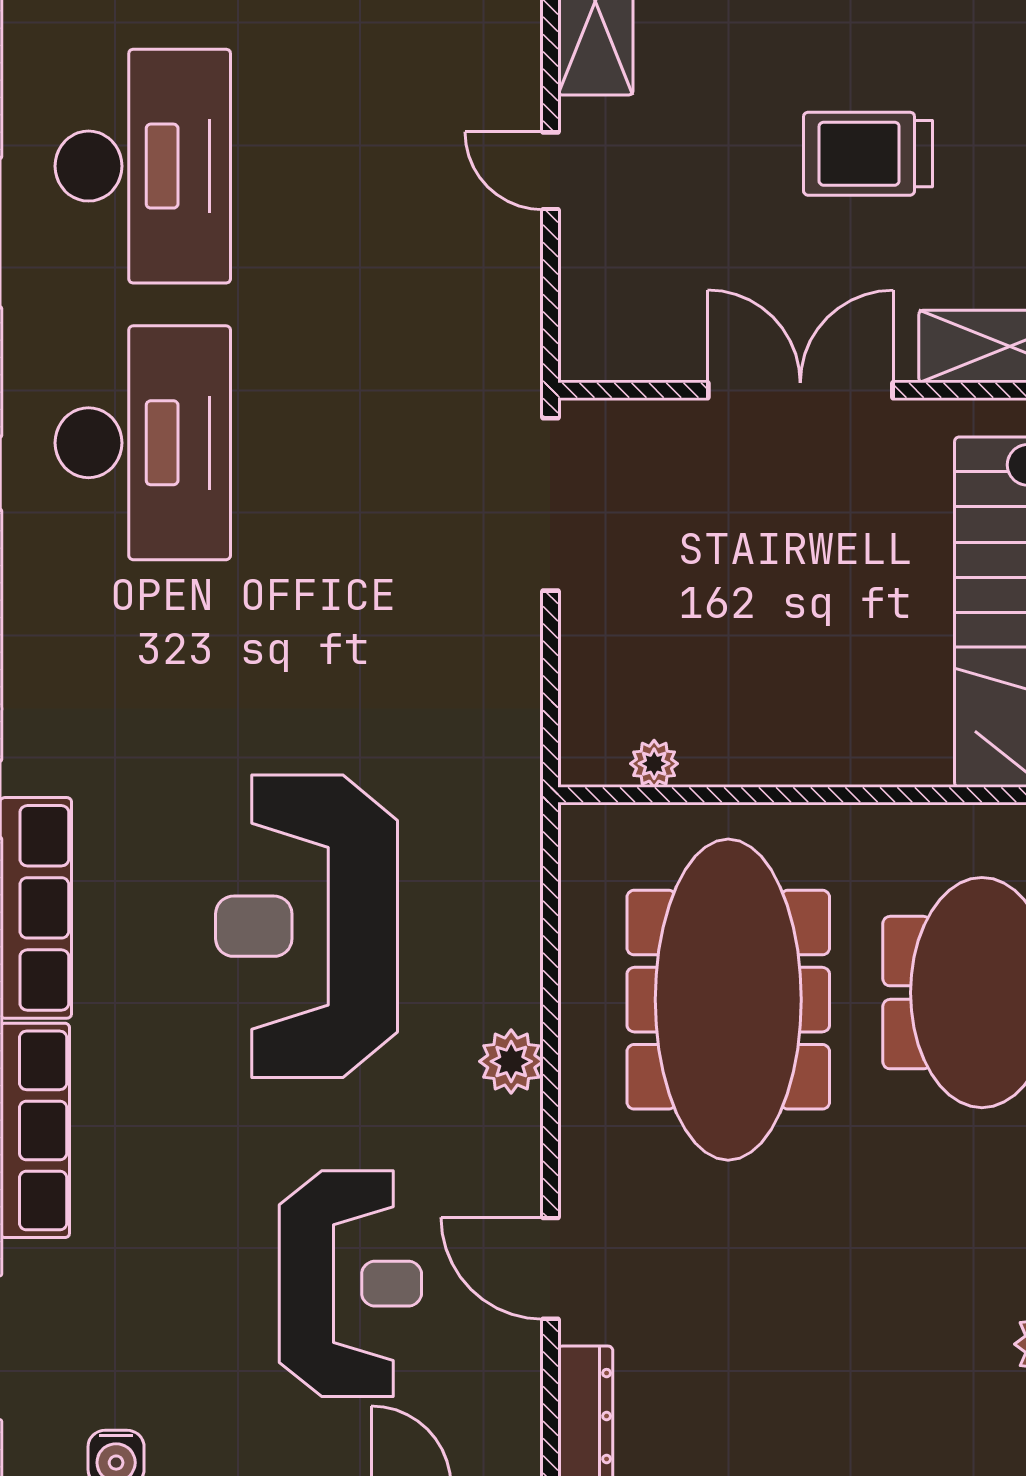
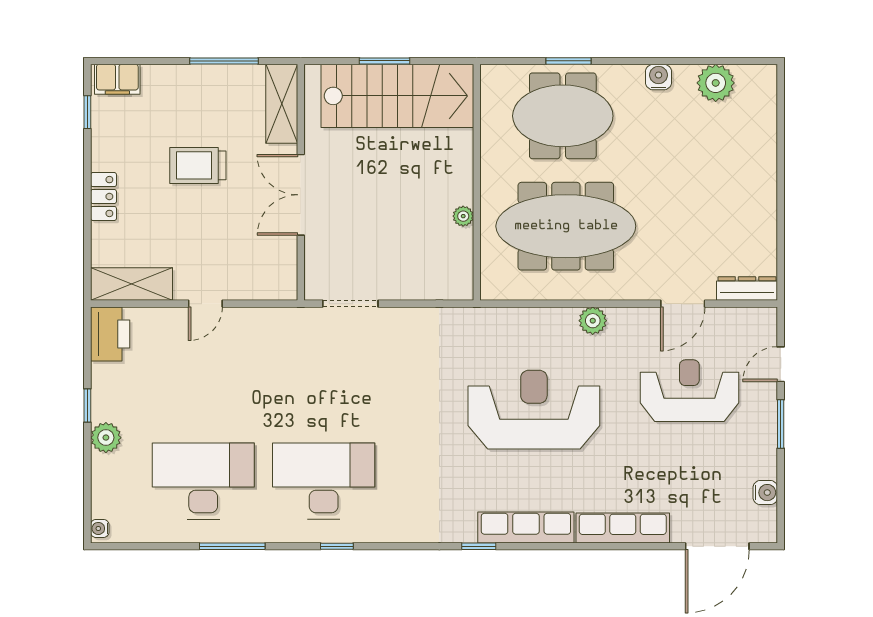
trolley: (868, 154) -> (198, 165), turned 90
doorway: (550, 504) -> (350, 304), width x0.73
plant: (654, 764) -> (463, 216), moved
reception desk: (307, 926) -> (534, 410), turned 180

